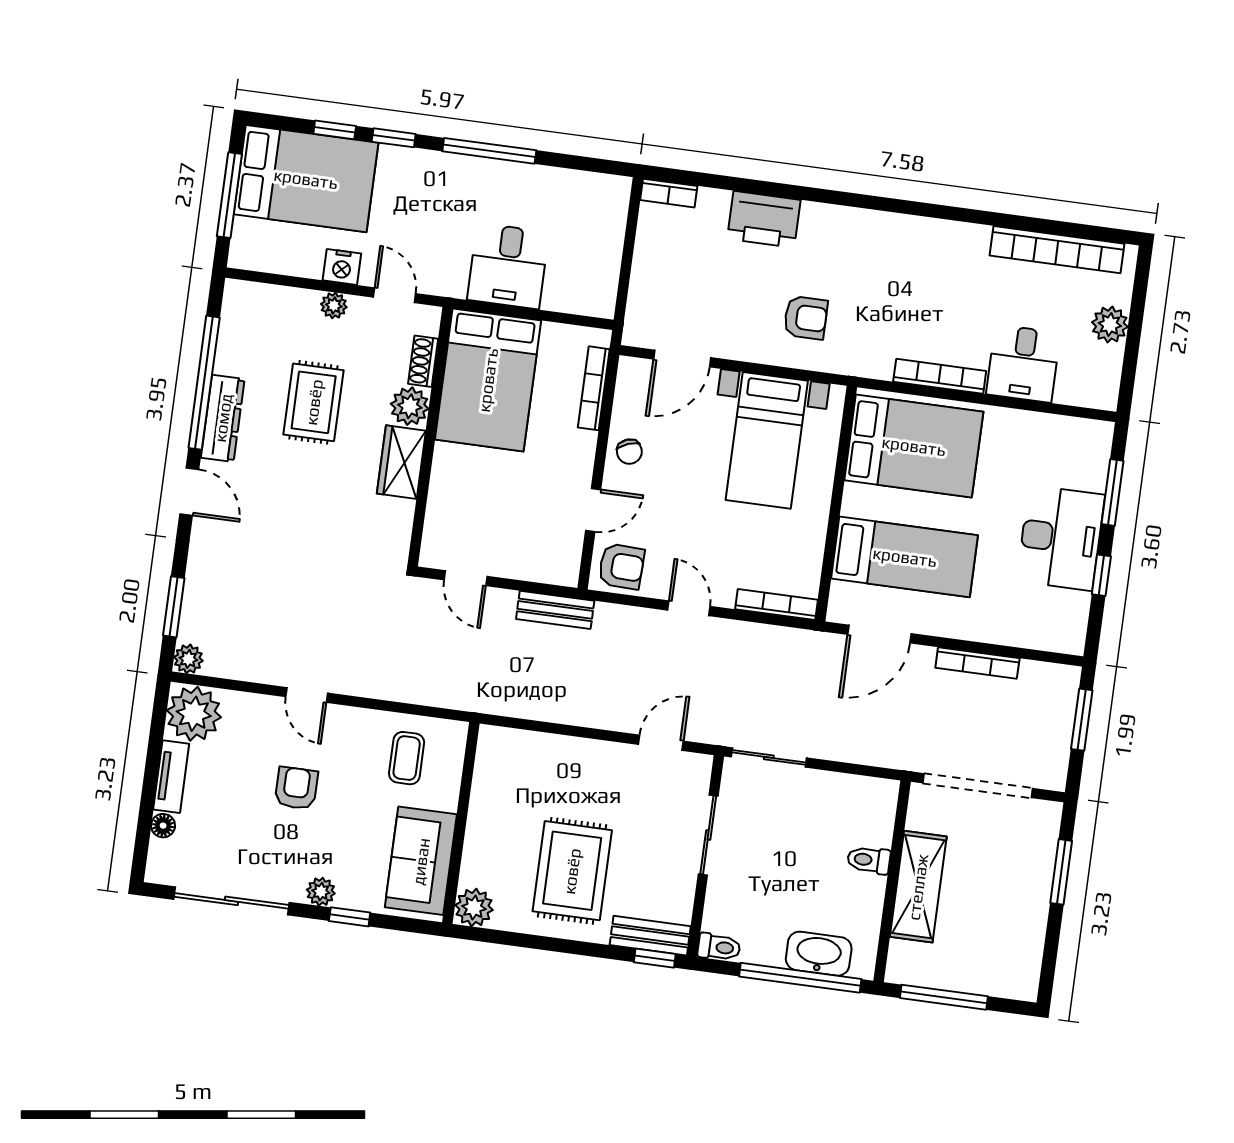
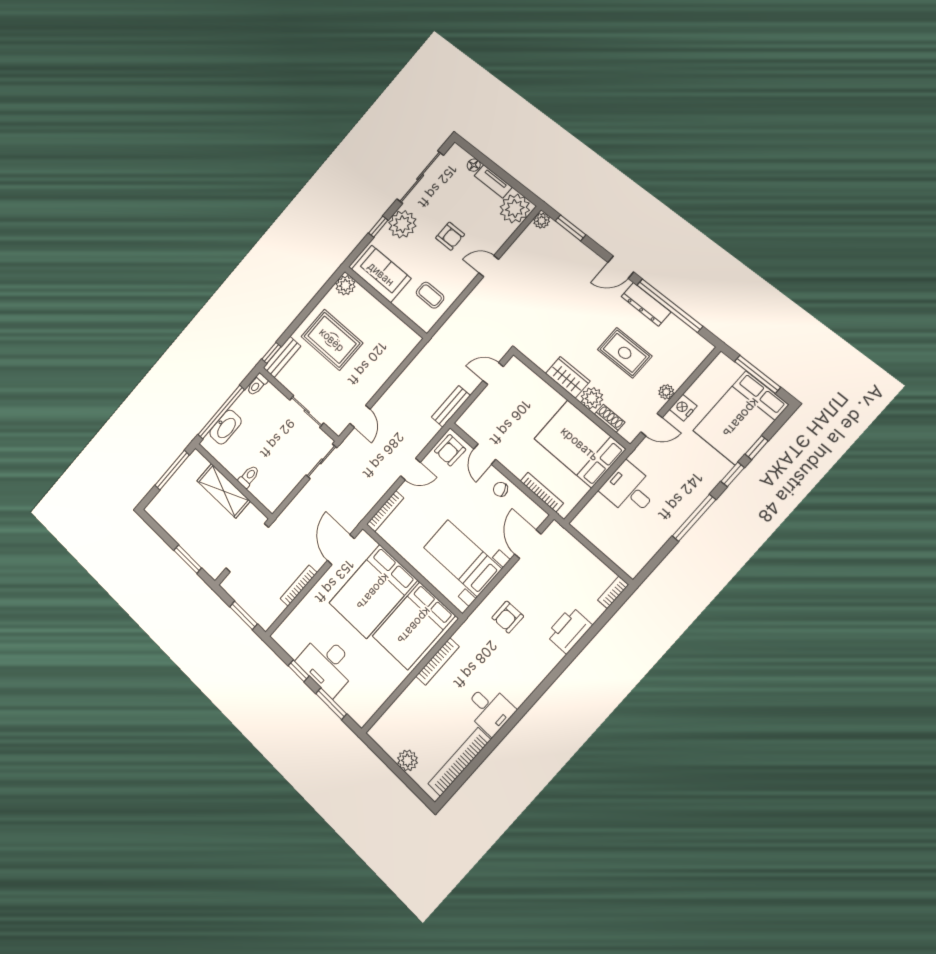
desk: (1023, 364) -> (489, 709), moved, turned 180
bed: (905, 557) -> (373, 592), width x1.50
plant: (321, 892) -> (402, 224), width x1.88, depth x1.88

